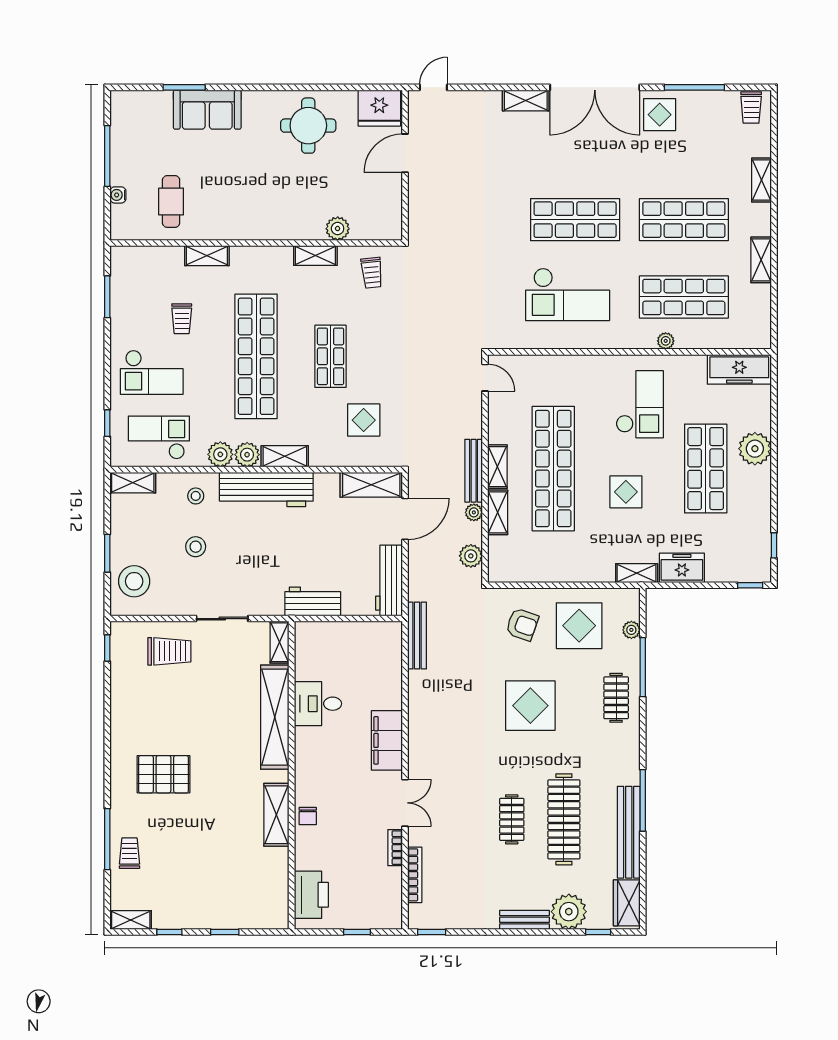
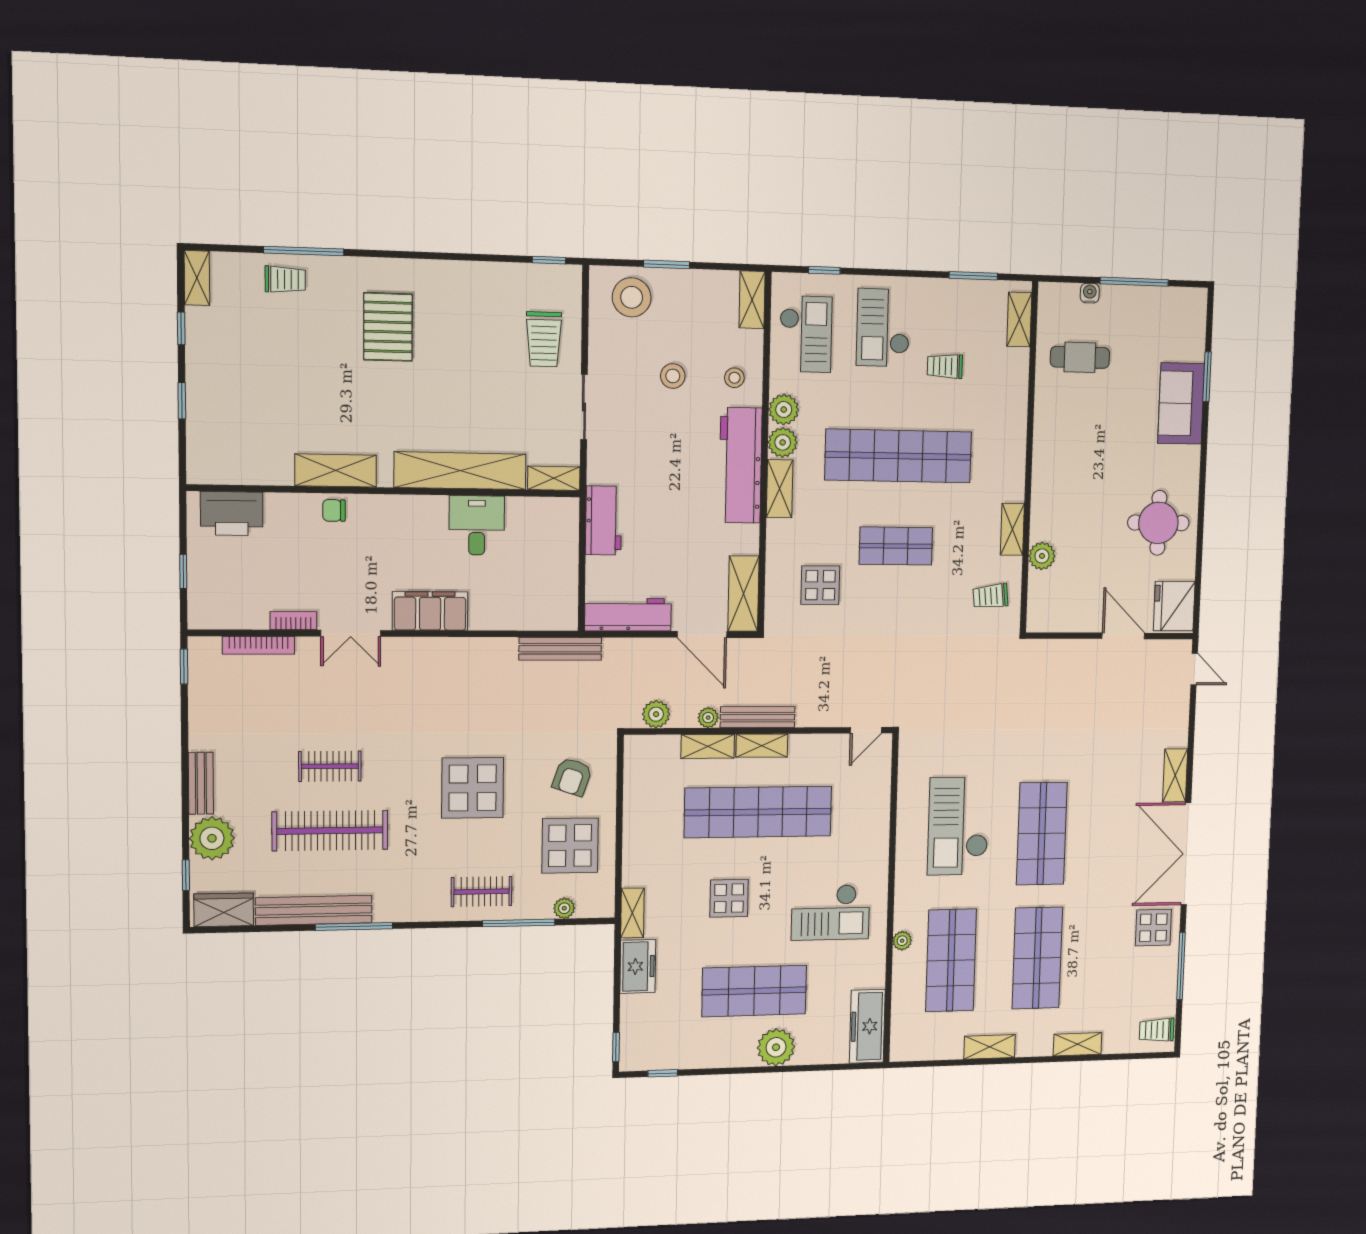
shelving: (207, 256) -> (1019, 319), moved

